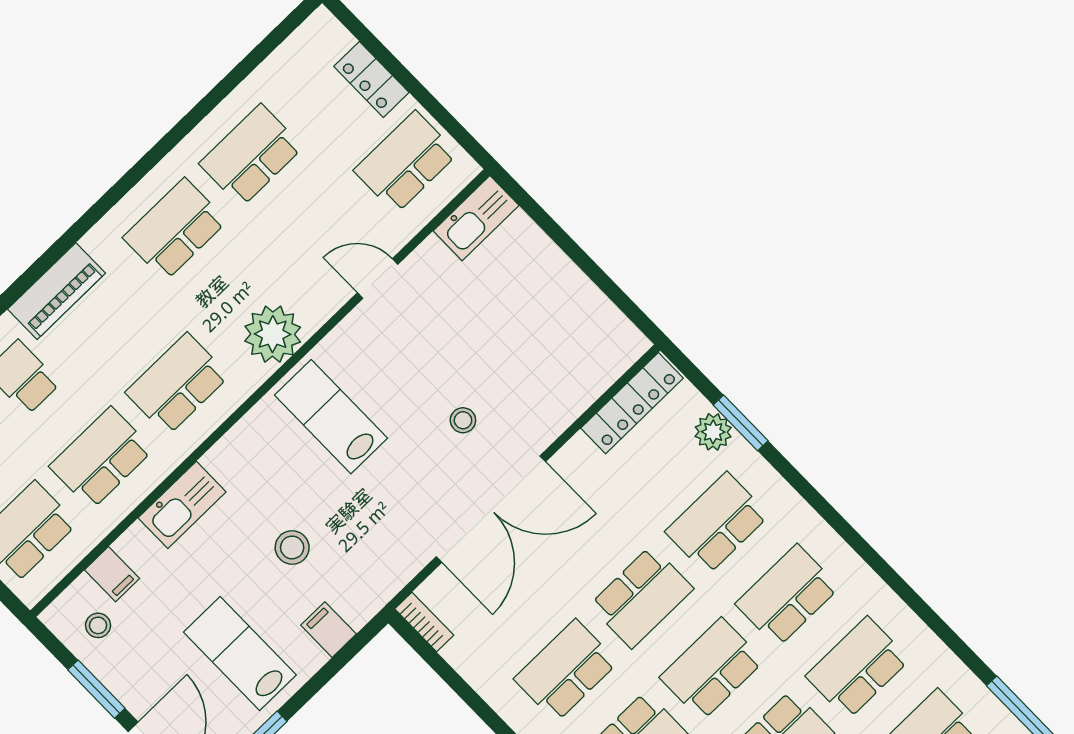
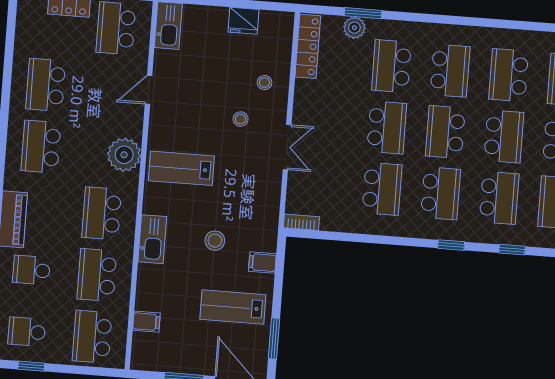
fridge: (578, 297) -> (244, 21), added
kitchen sink: (182, 505) -> (152, 239), moved
double door: (491, 509) -> (287, 147), width x0.54
school desk: (787, 596) -> (450, 71), turned 180
stool: (98, 625) -> (265, 83), moved
school desk: (566, 671) -> (382, 189), turned 180

